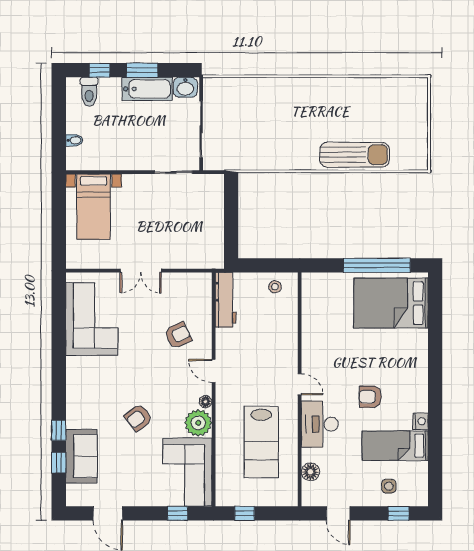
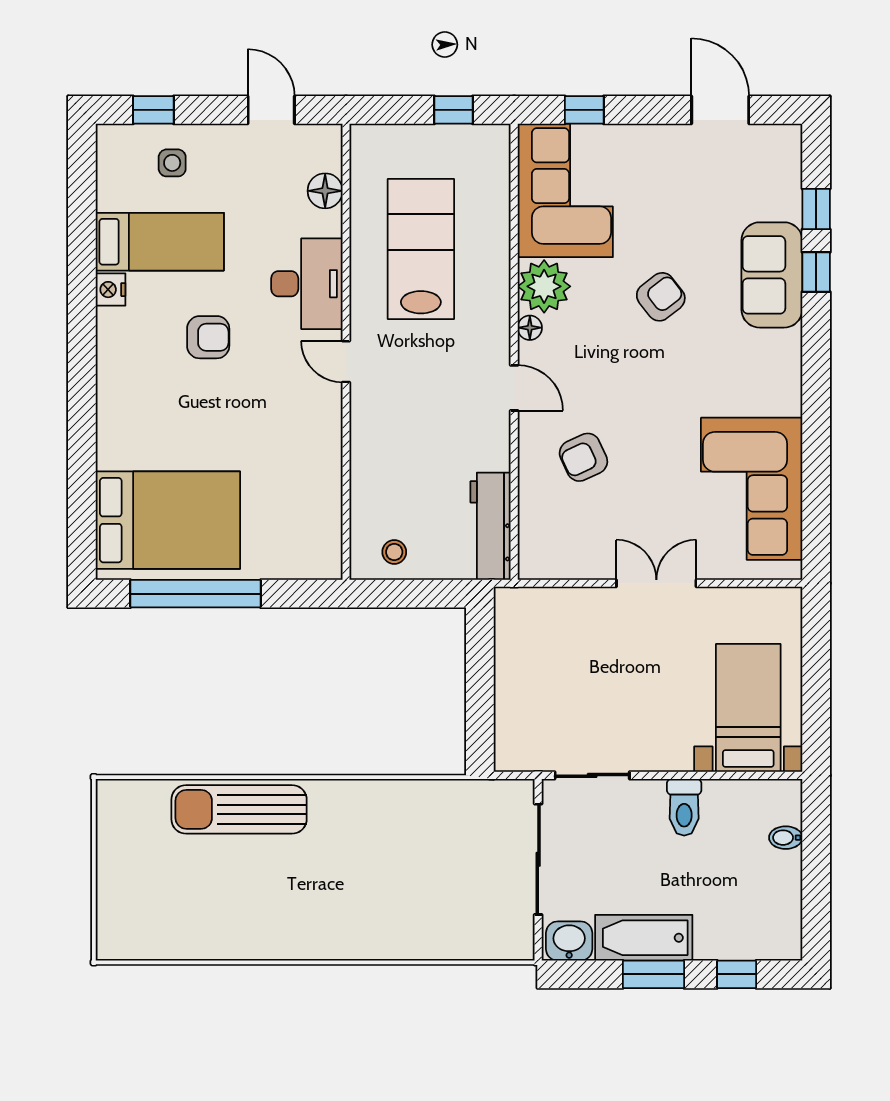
toilet: (89, 92) -> (684, 807), moved, turned 180
sofa: (81, 456) -> (772, 275), moved

